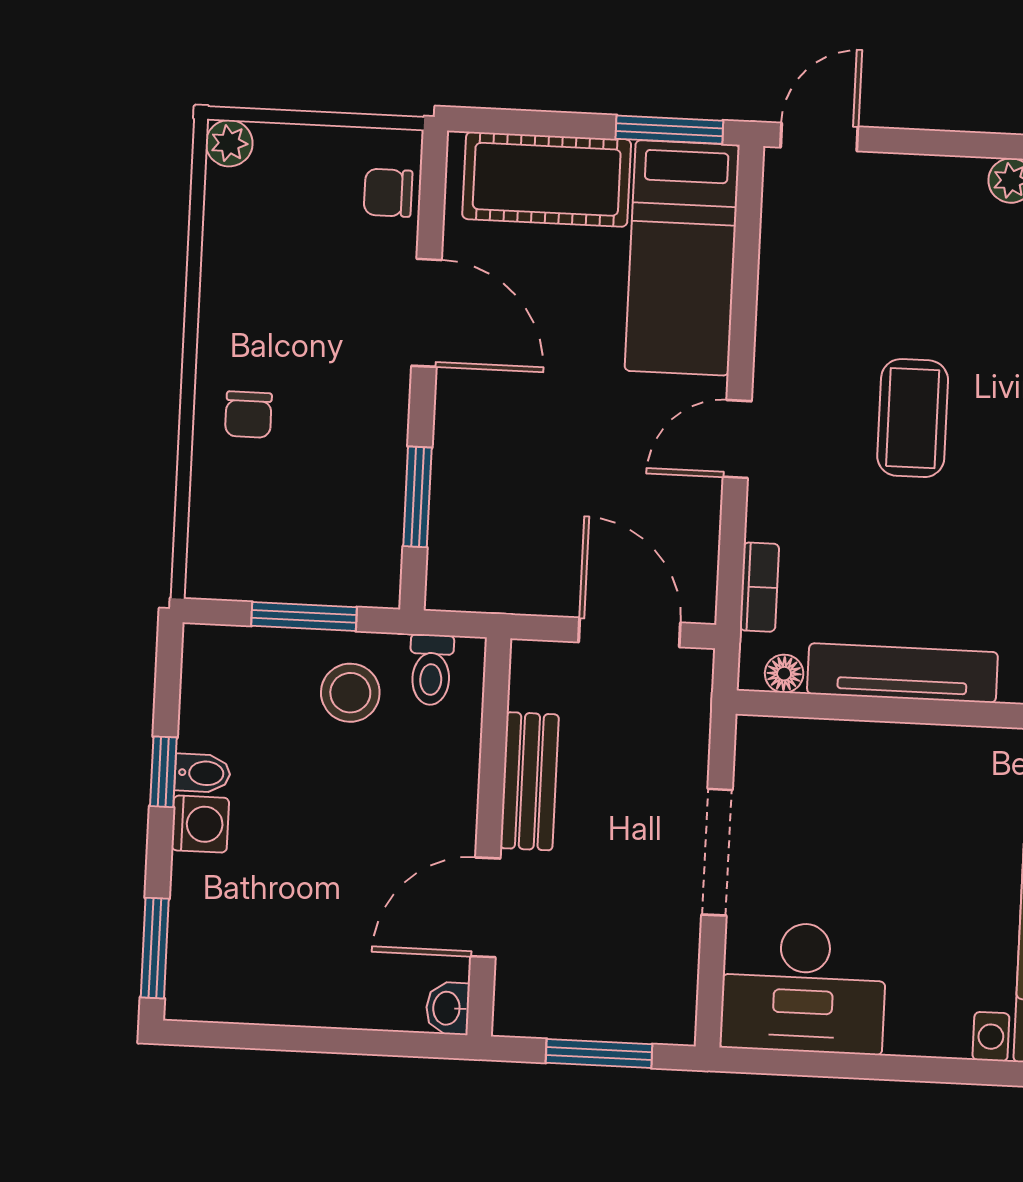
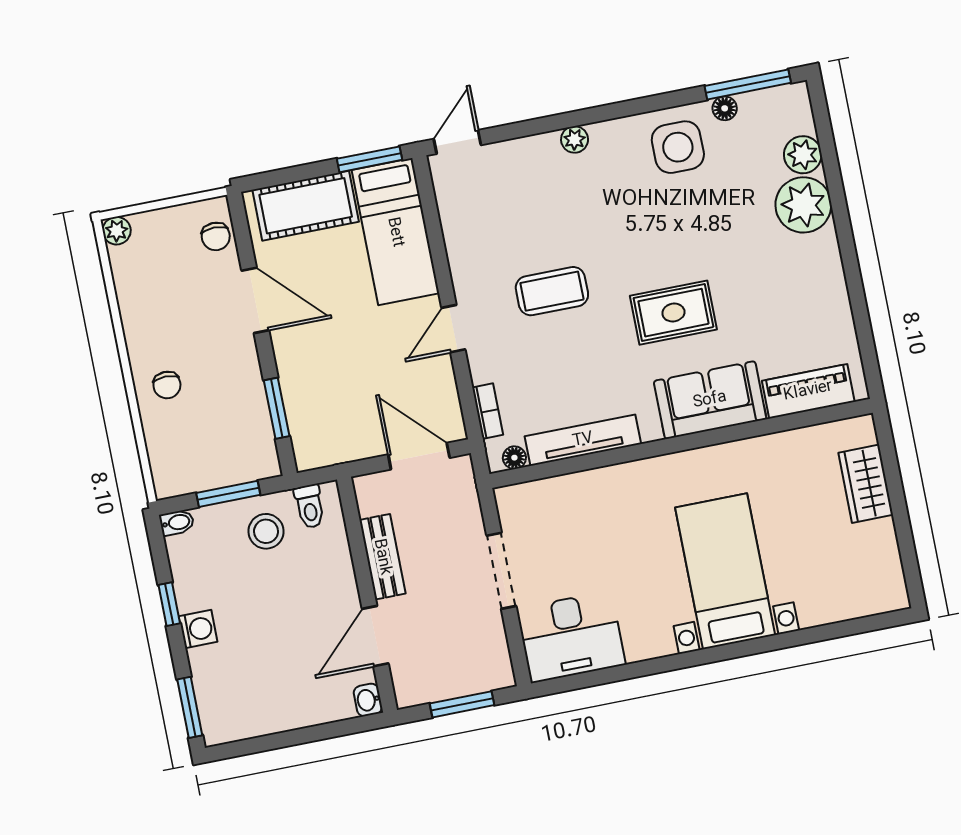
chair: (388, 193) -> (216, 236), turned -90
coffee table: (913, 418) -> (552, 291), turned 90
bidet: (202, 773) -> (177, 522), moved

